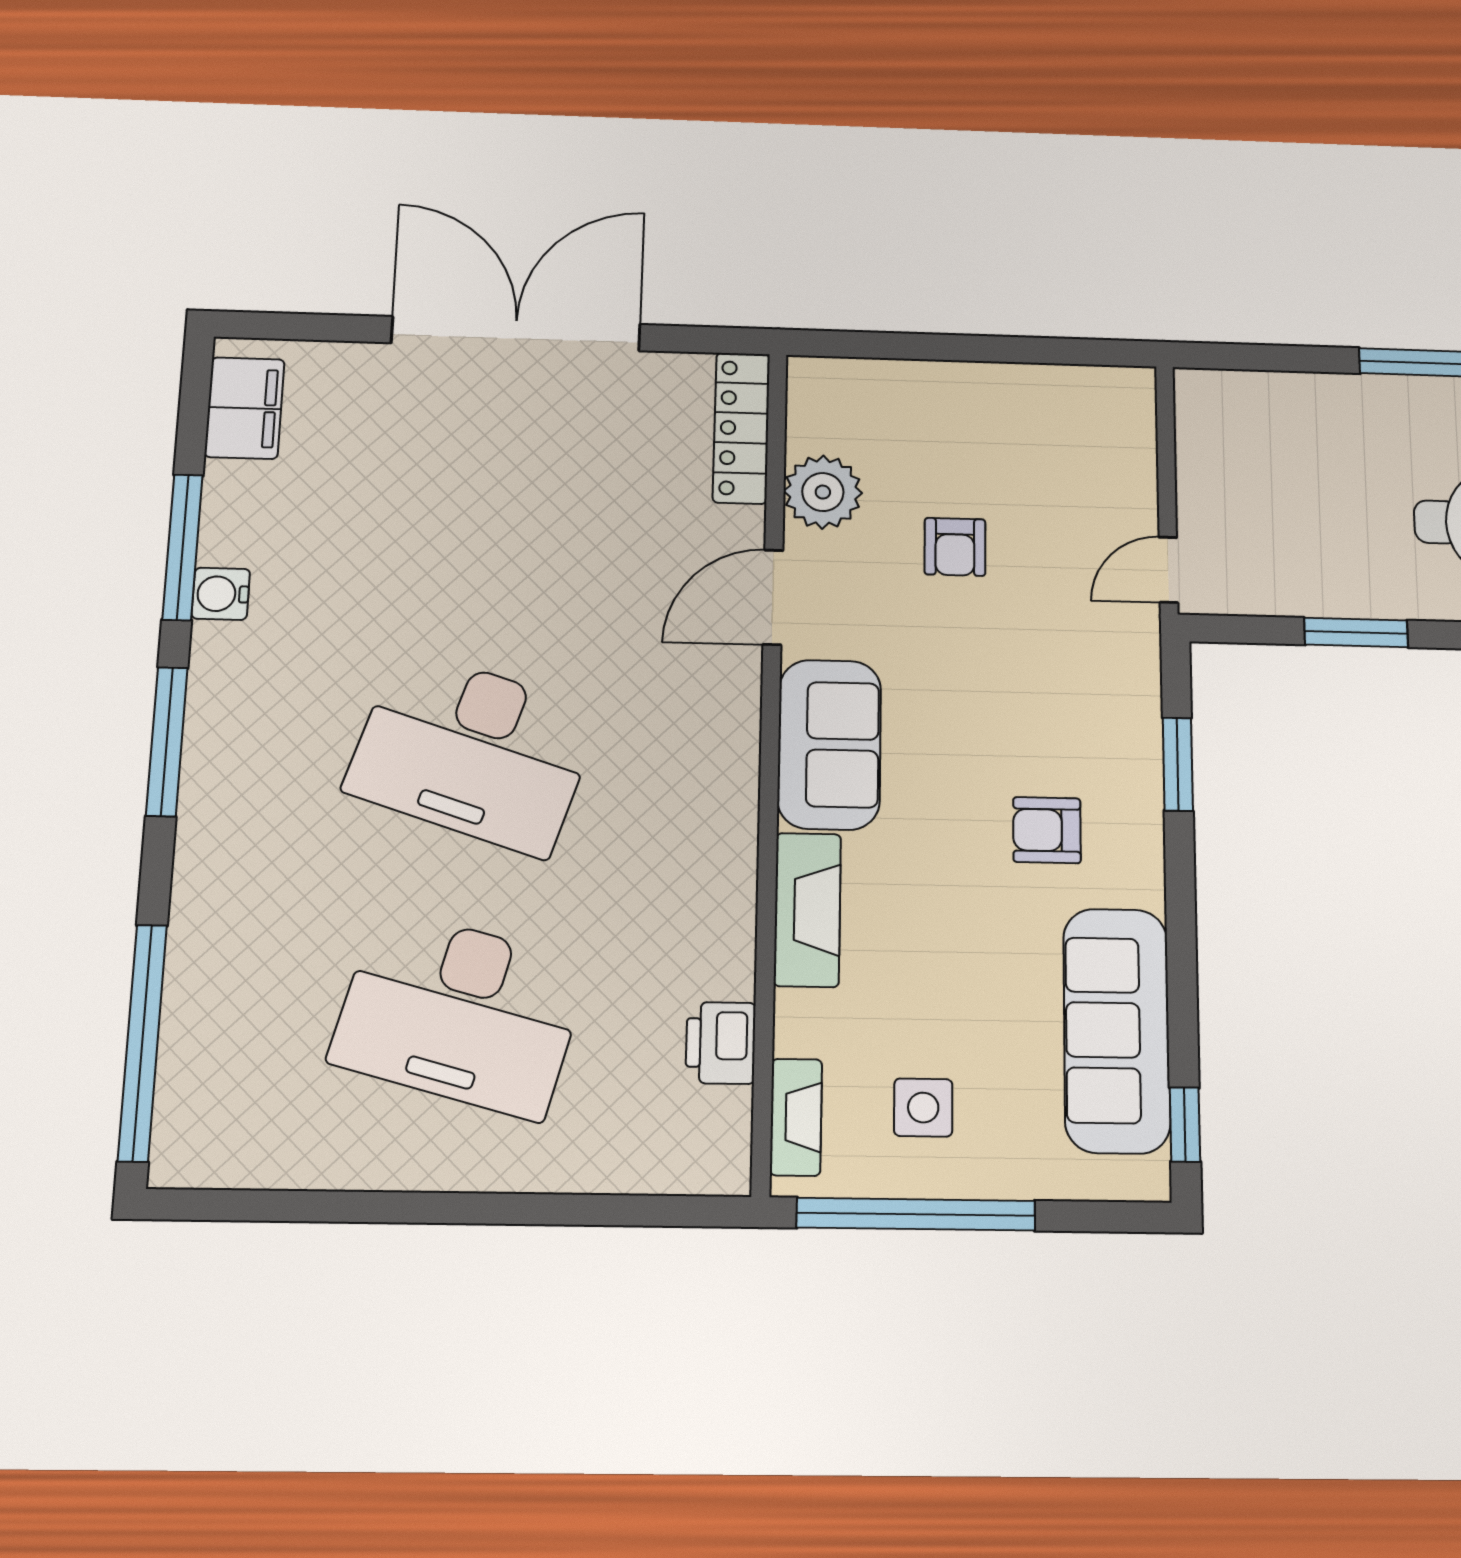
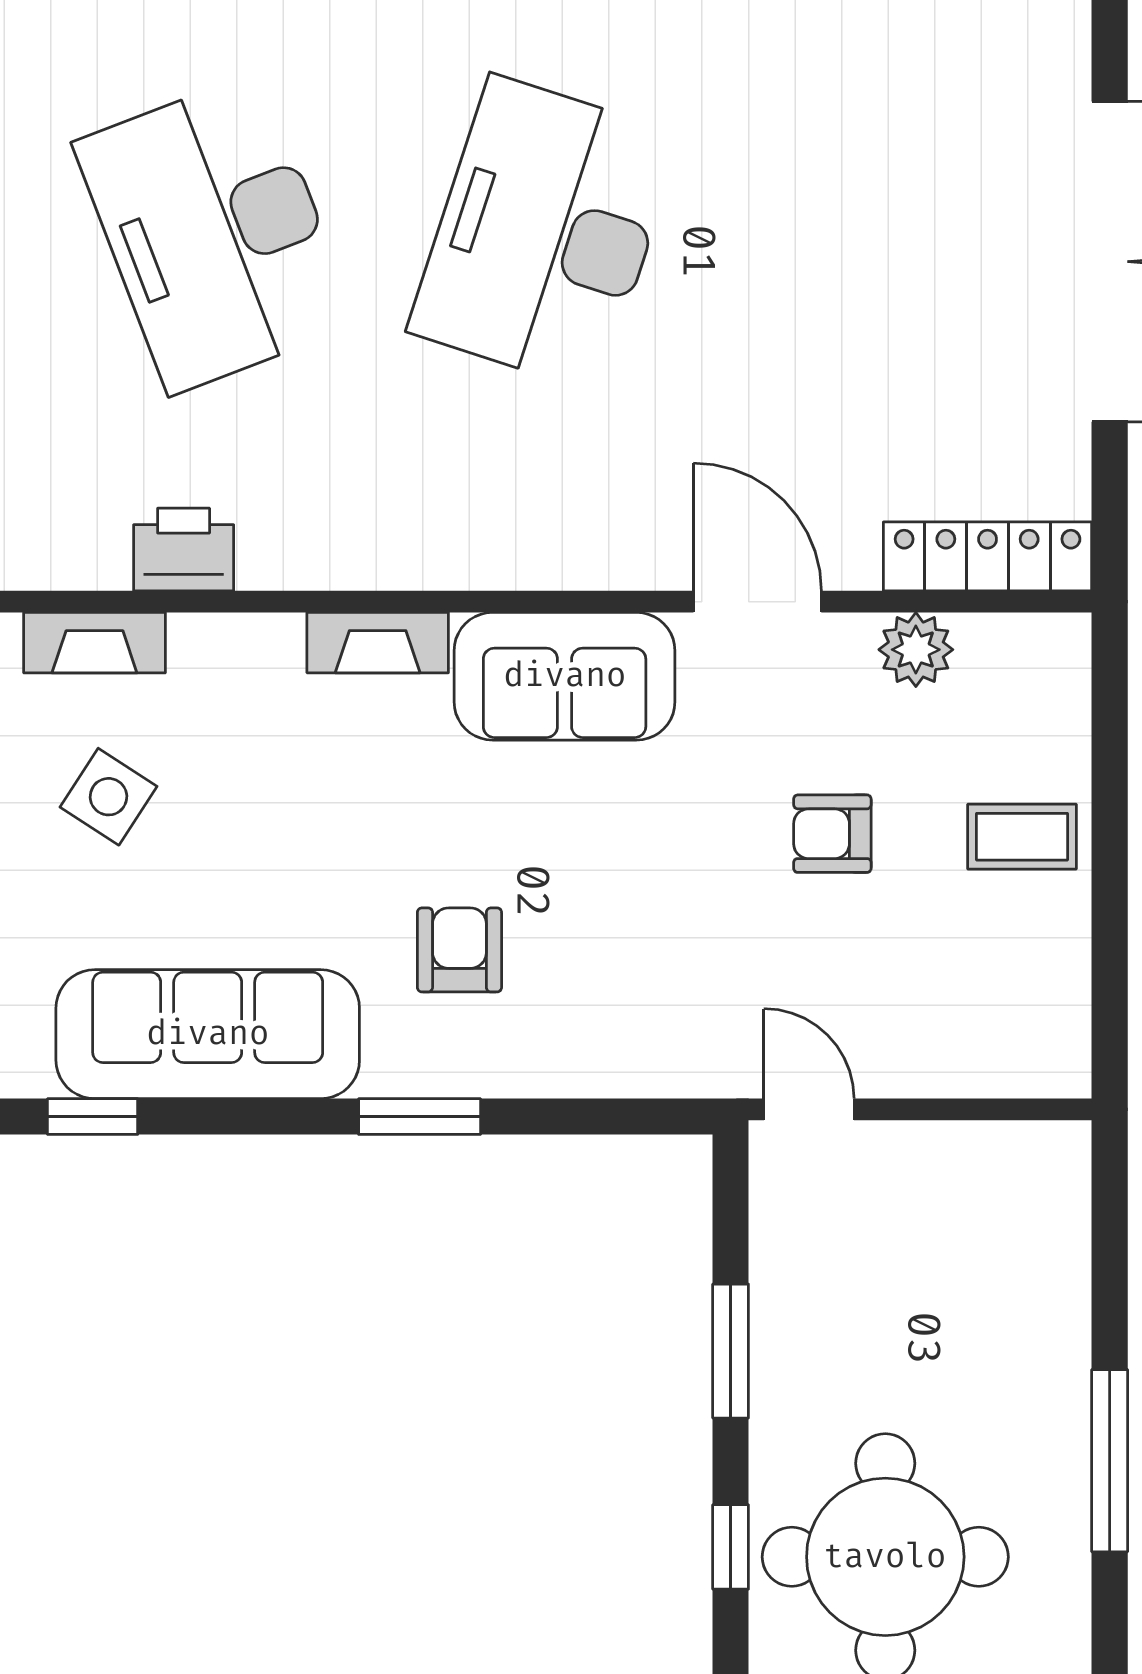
coffee table: (958, 410) -> (1022, 837), added
plant: (823, 492) -> (916, 650), width x0.73, depth x0.73
window: (1178, 764) -> (420, 1117), moved
fireplace: (807, 910) -> (378, 643), width x0.73, depth x0.76
desk: (460, 1013) -> (215, 233), turned -36
side table: (923, 1108) -> (109, 797), turned 33

